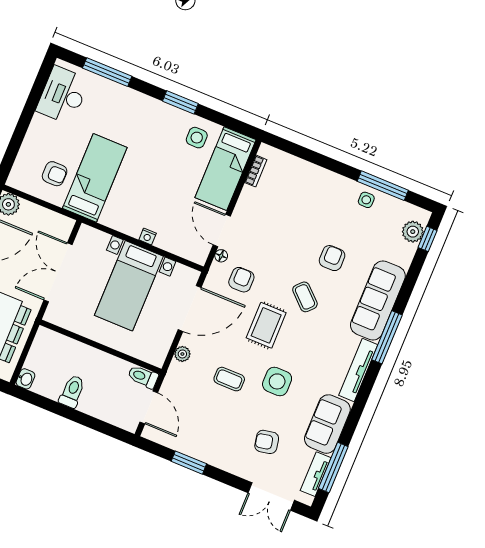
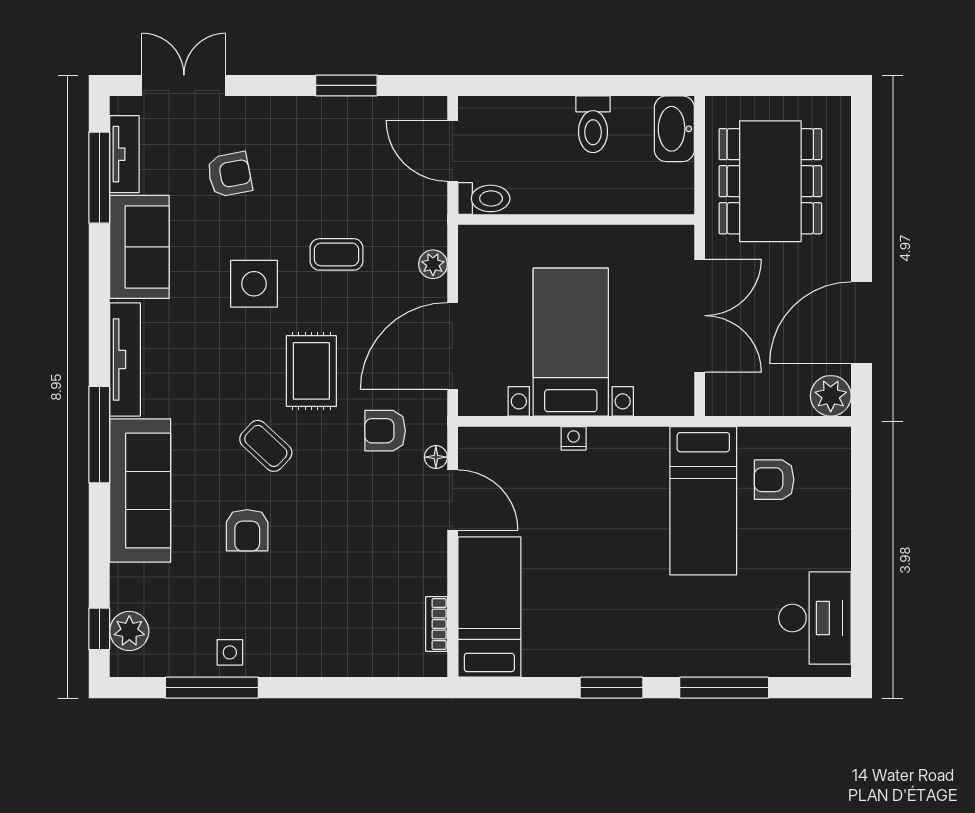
window: (107, 72) -> (724, 688), moved
side table: (197, 138) -> (559, 640), removed
armchair: (241, 280) -> (385, 431), turned 90
washbasin: (25, 379) -> (674, 129), width x1.91, depth x1.45

